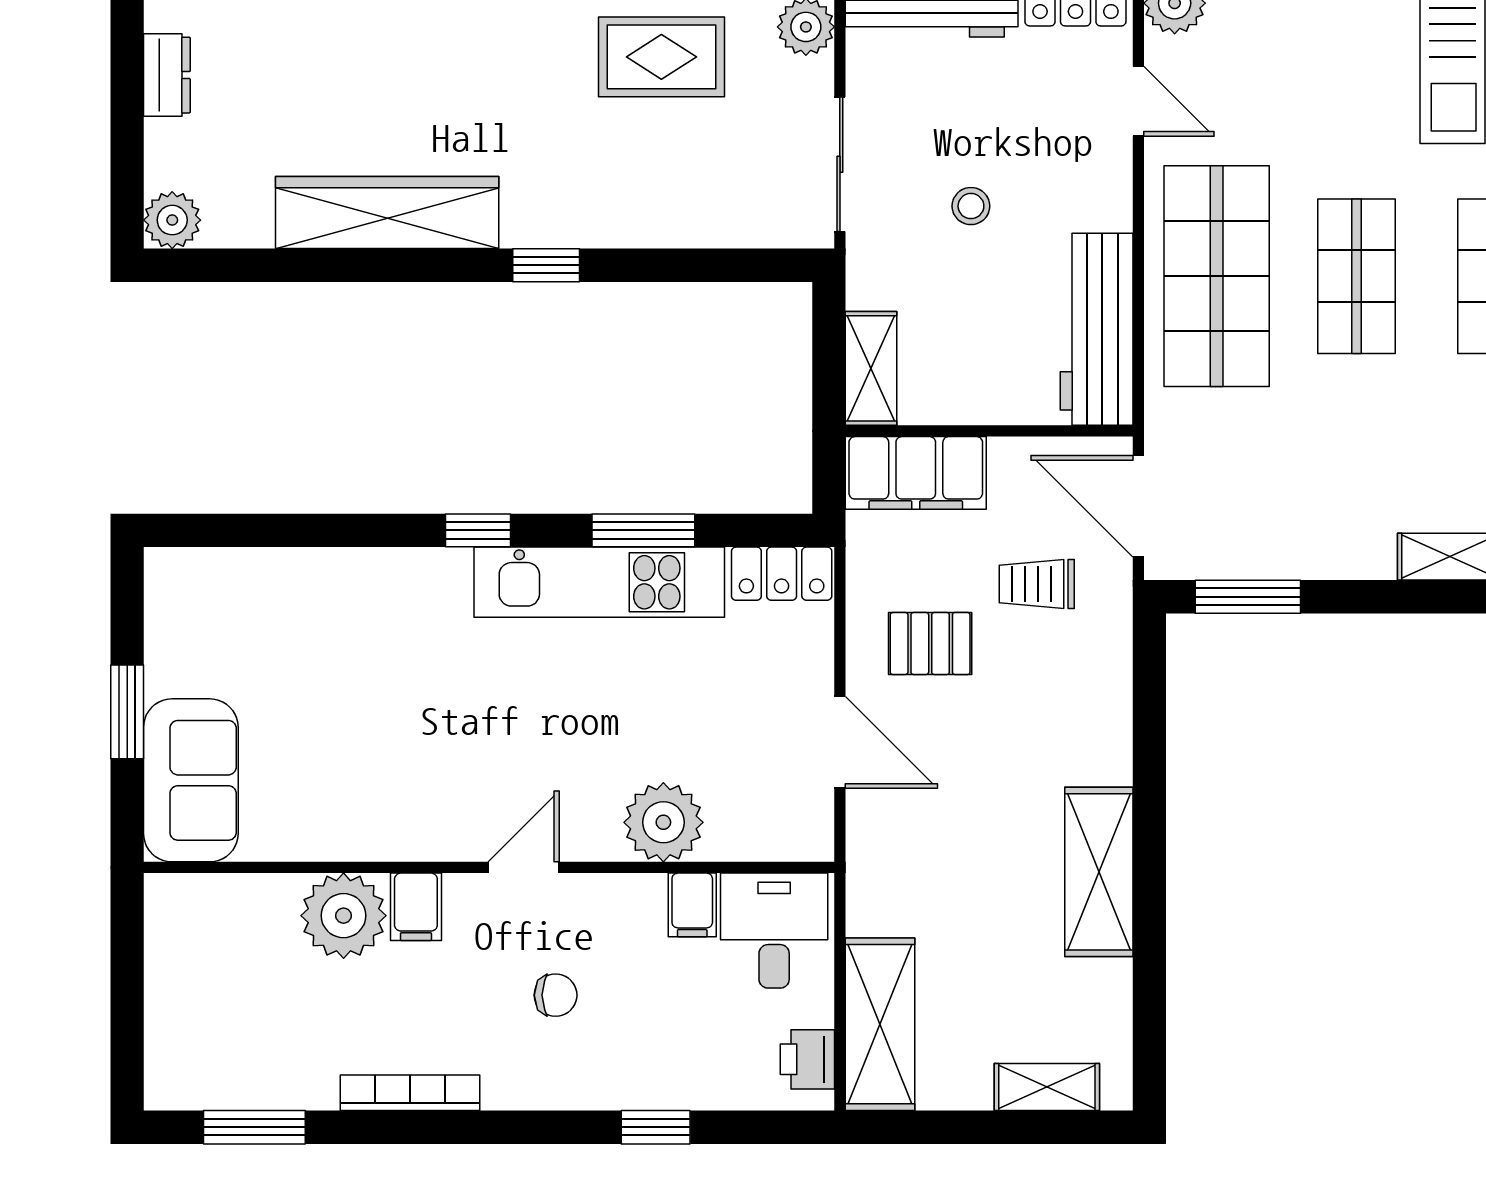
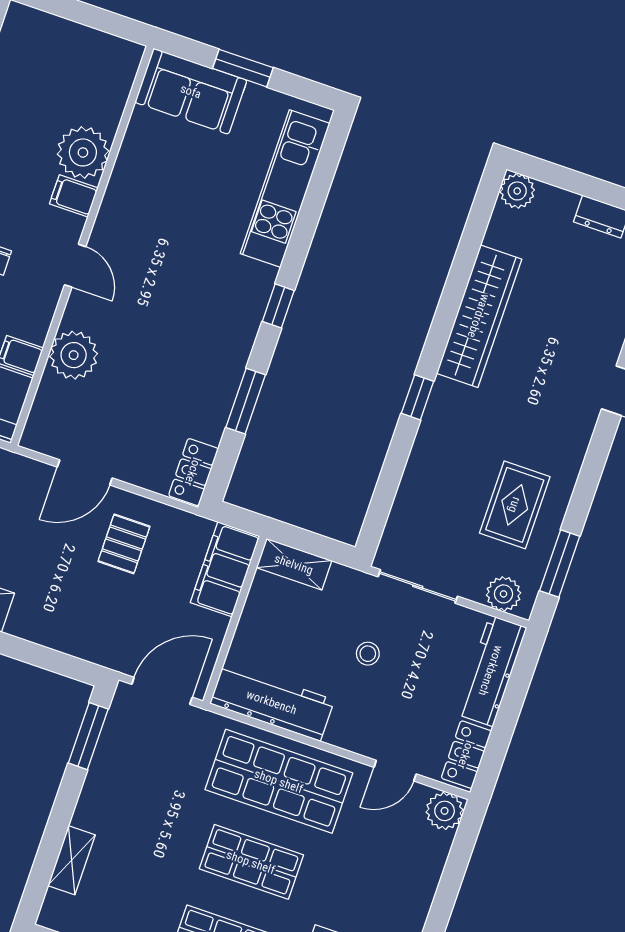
kitchen unit: (599, 582) -> (285, 188), moved
trolley: (1037, 584) -> (137, 617), removed

